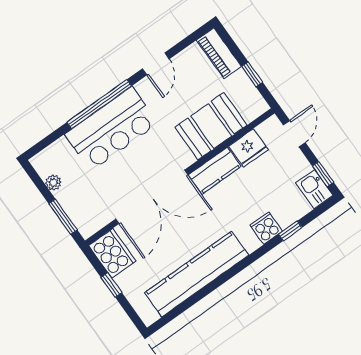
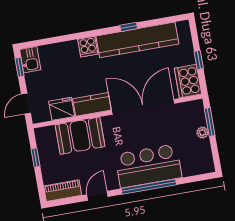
piano: (219, 53) -> (63, 191), moved, turned -90
plant: (53, 183) -> (202, 133), moved
cooker: (266, 228) -> (88, 47), moved
window: (290, 231) -> (129, 27), moved

